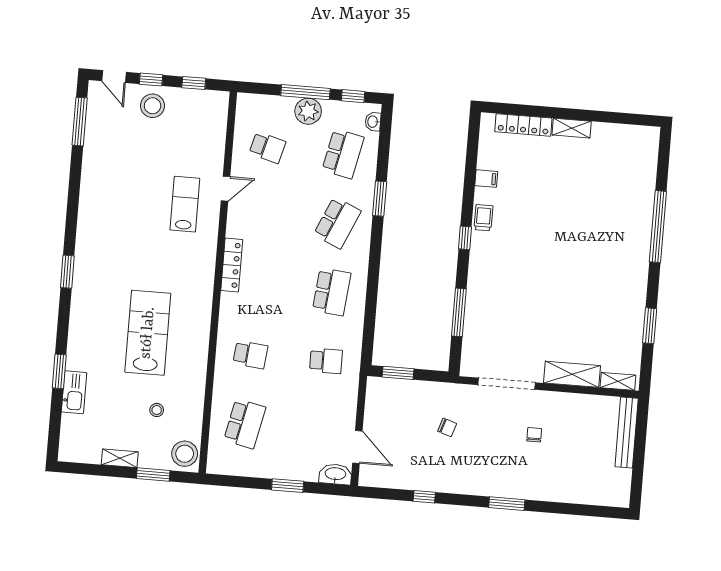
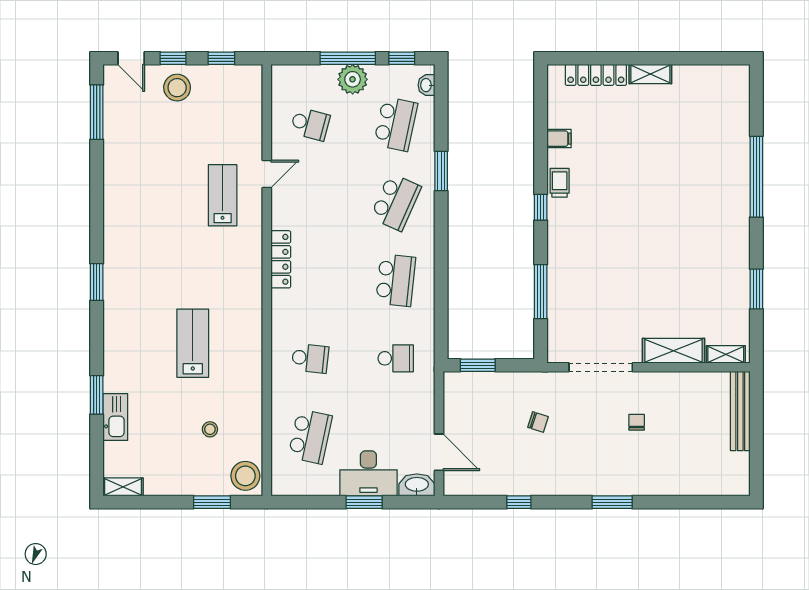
lab bench: (148, 333) -> (193, 343), width x0.73, depth x0.72
shelving: (120, 458) -> (123, 487), moved
desk: (294, 461) -> (368, 473), added

